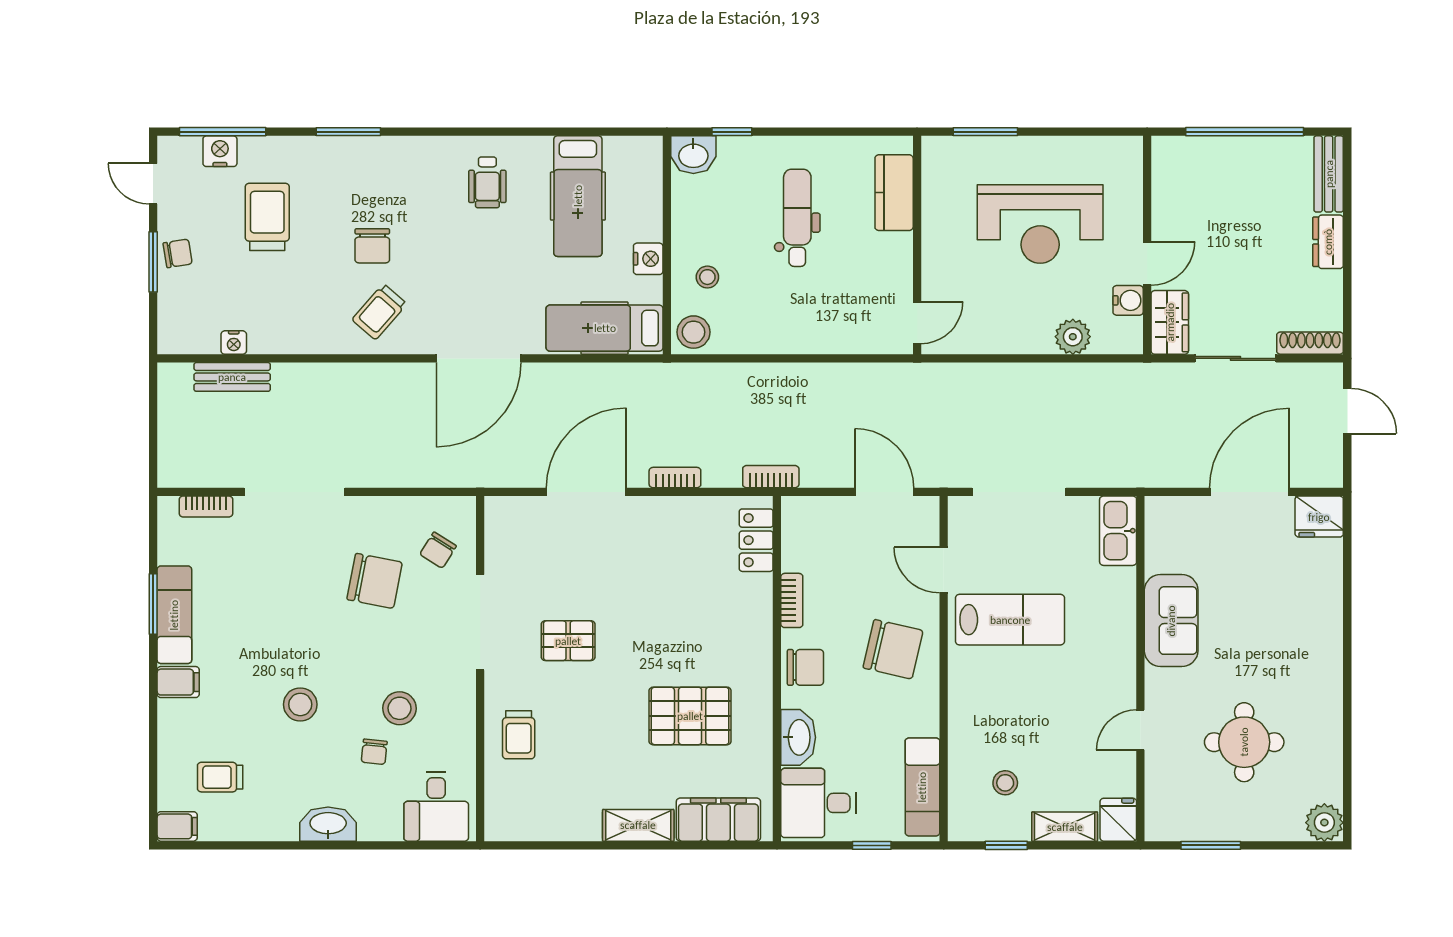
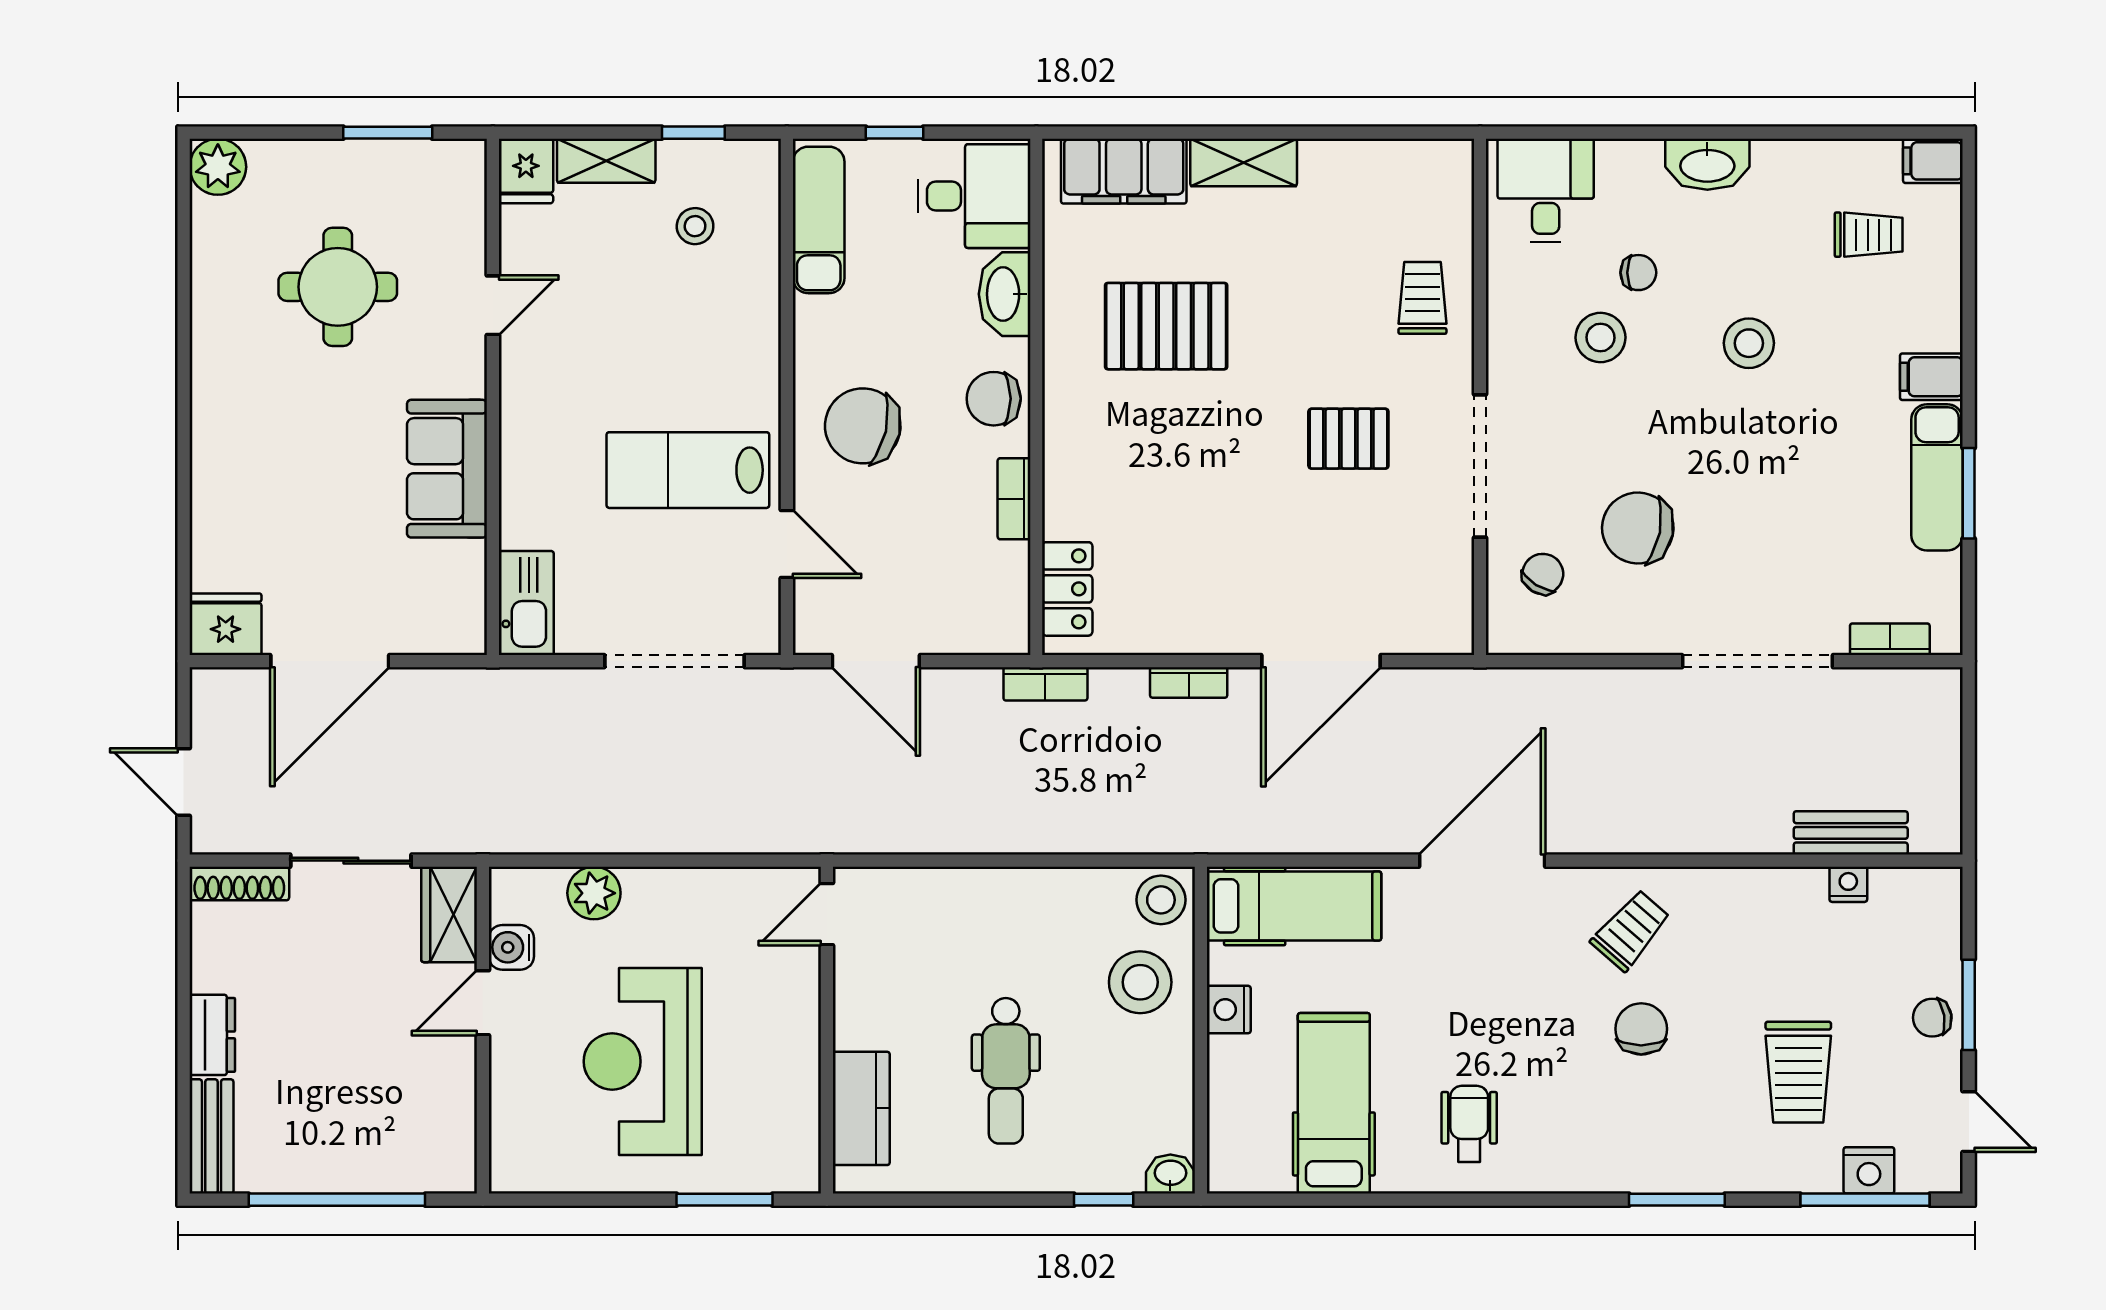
washbasin: (693, 155) -> (1170, 1174), width x0.72, depth x0.69
reception desk: (1040, 224) -> (643, 1061), turned -90
stool: (707, 277) -> (1140, 982), width x1.89, depth x1.89
chair: (374, 752) -> (1638, 273), turned 84

